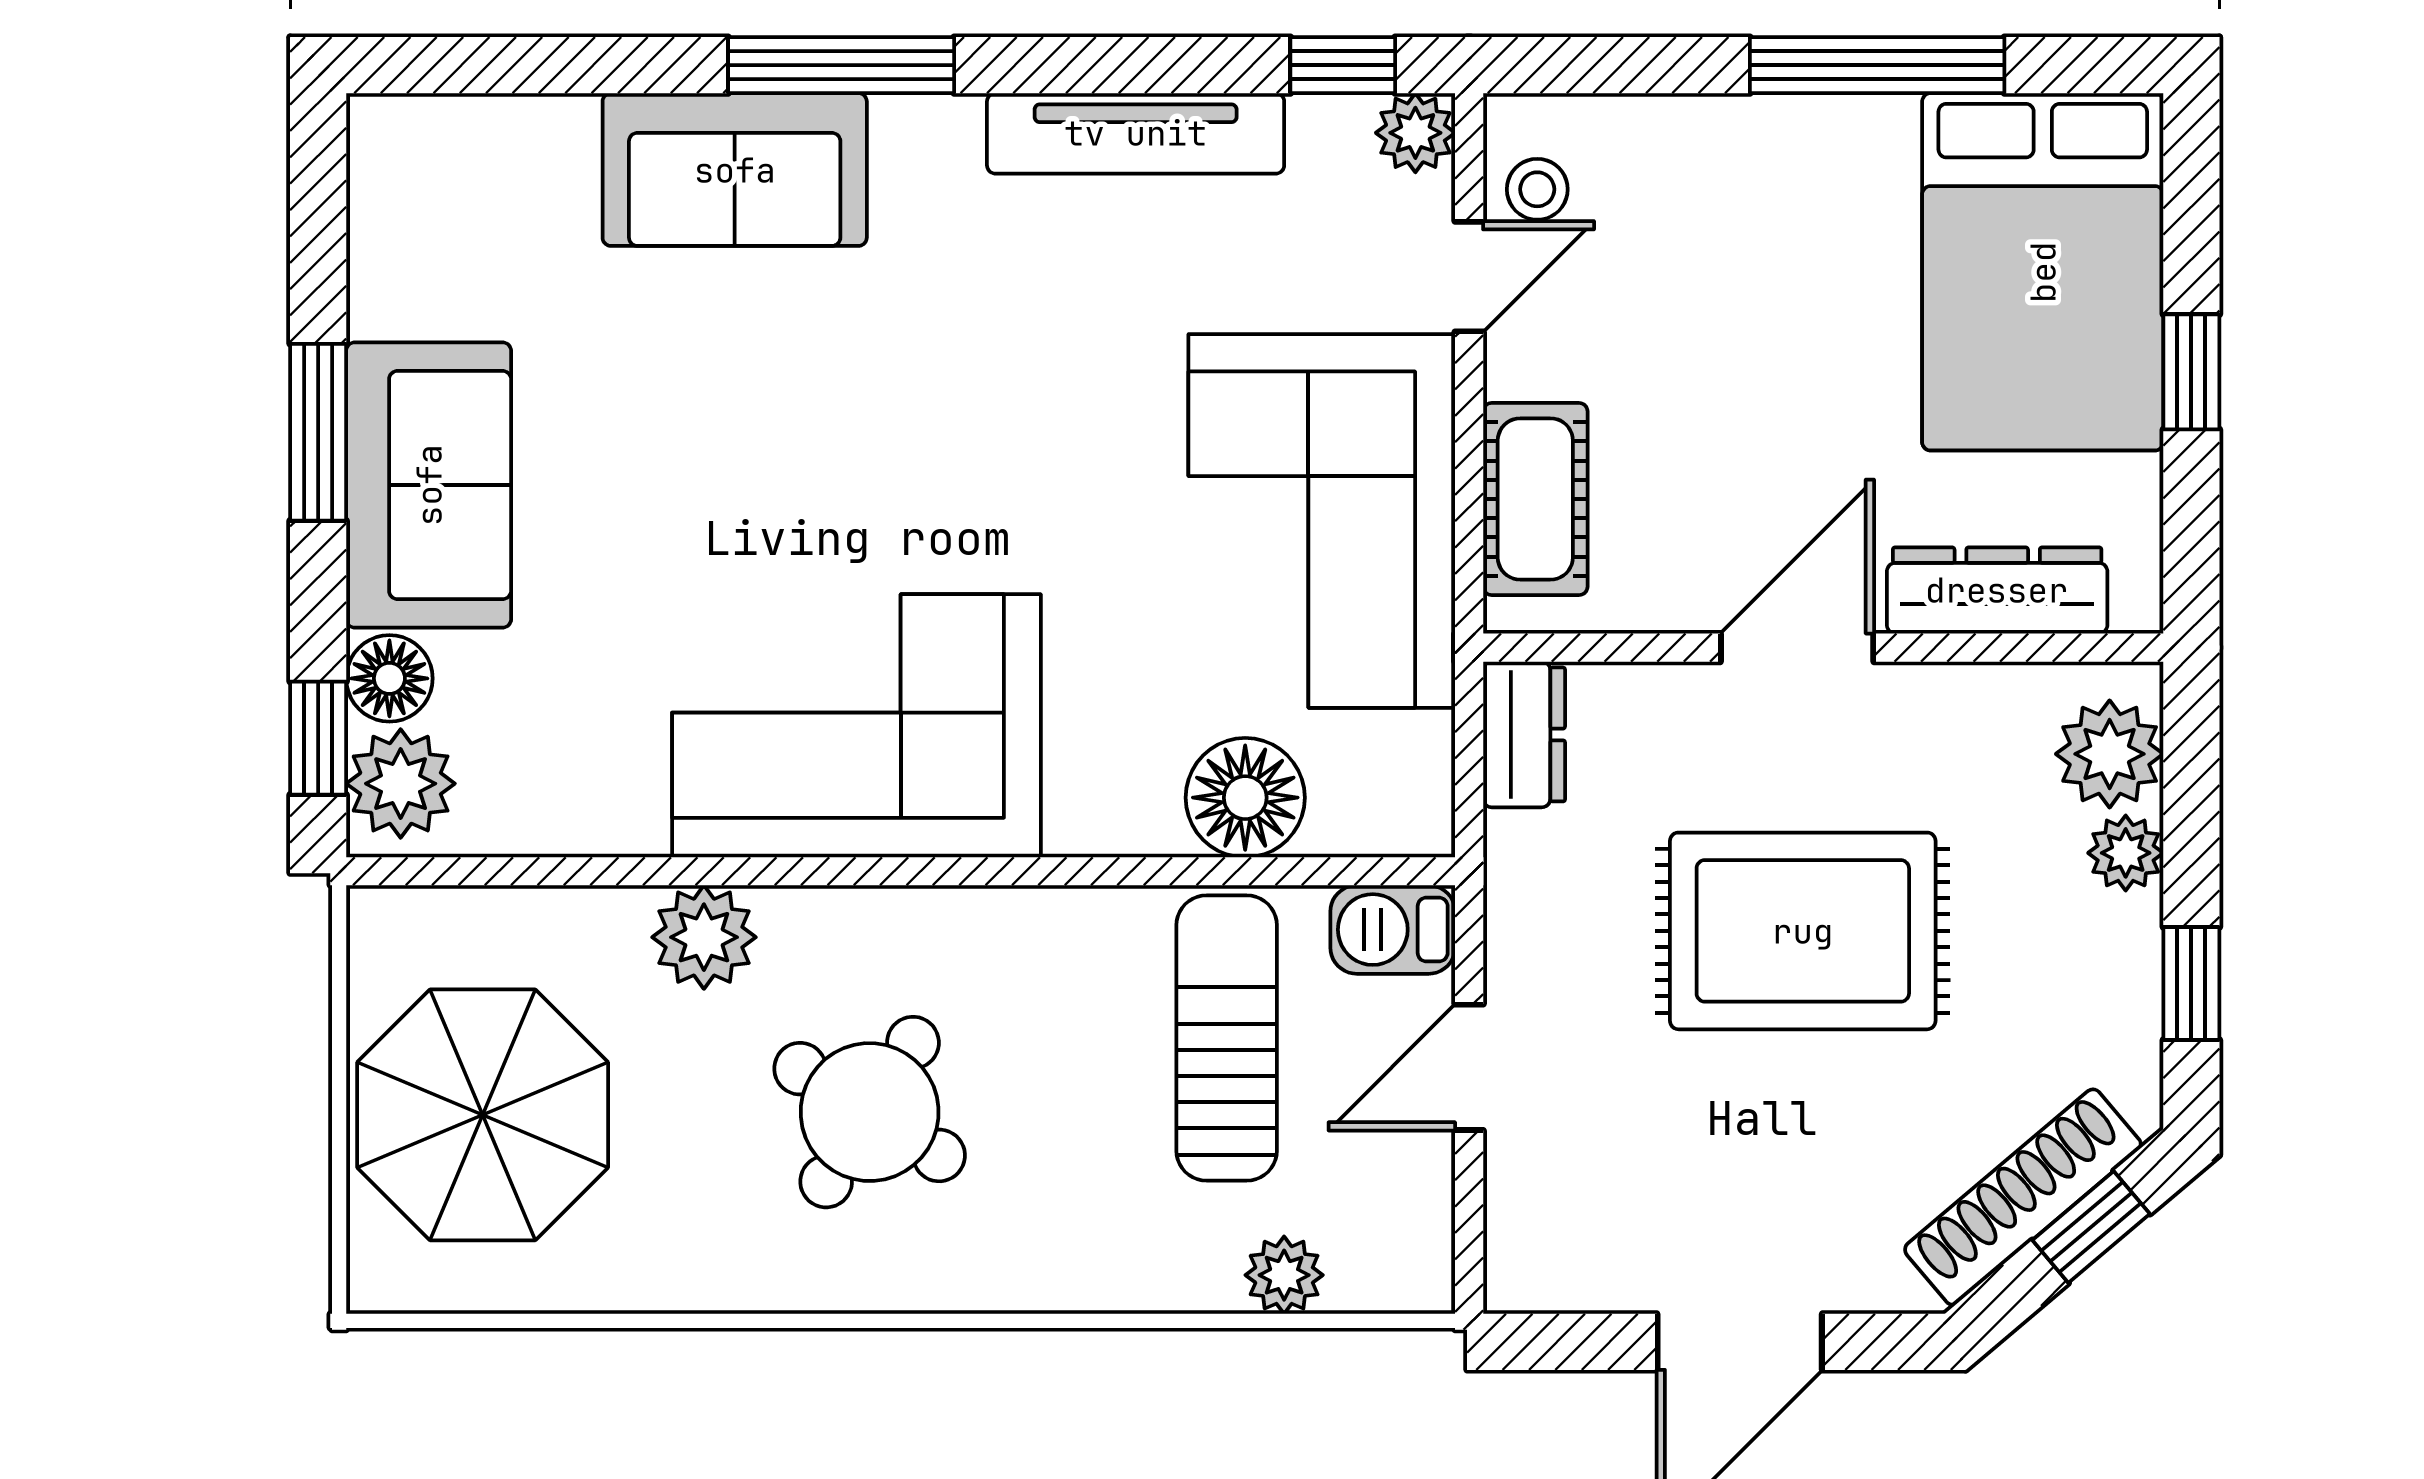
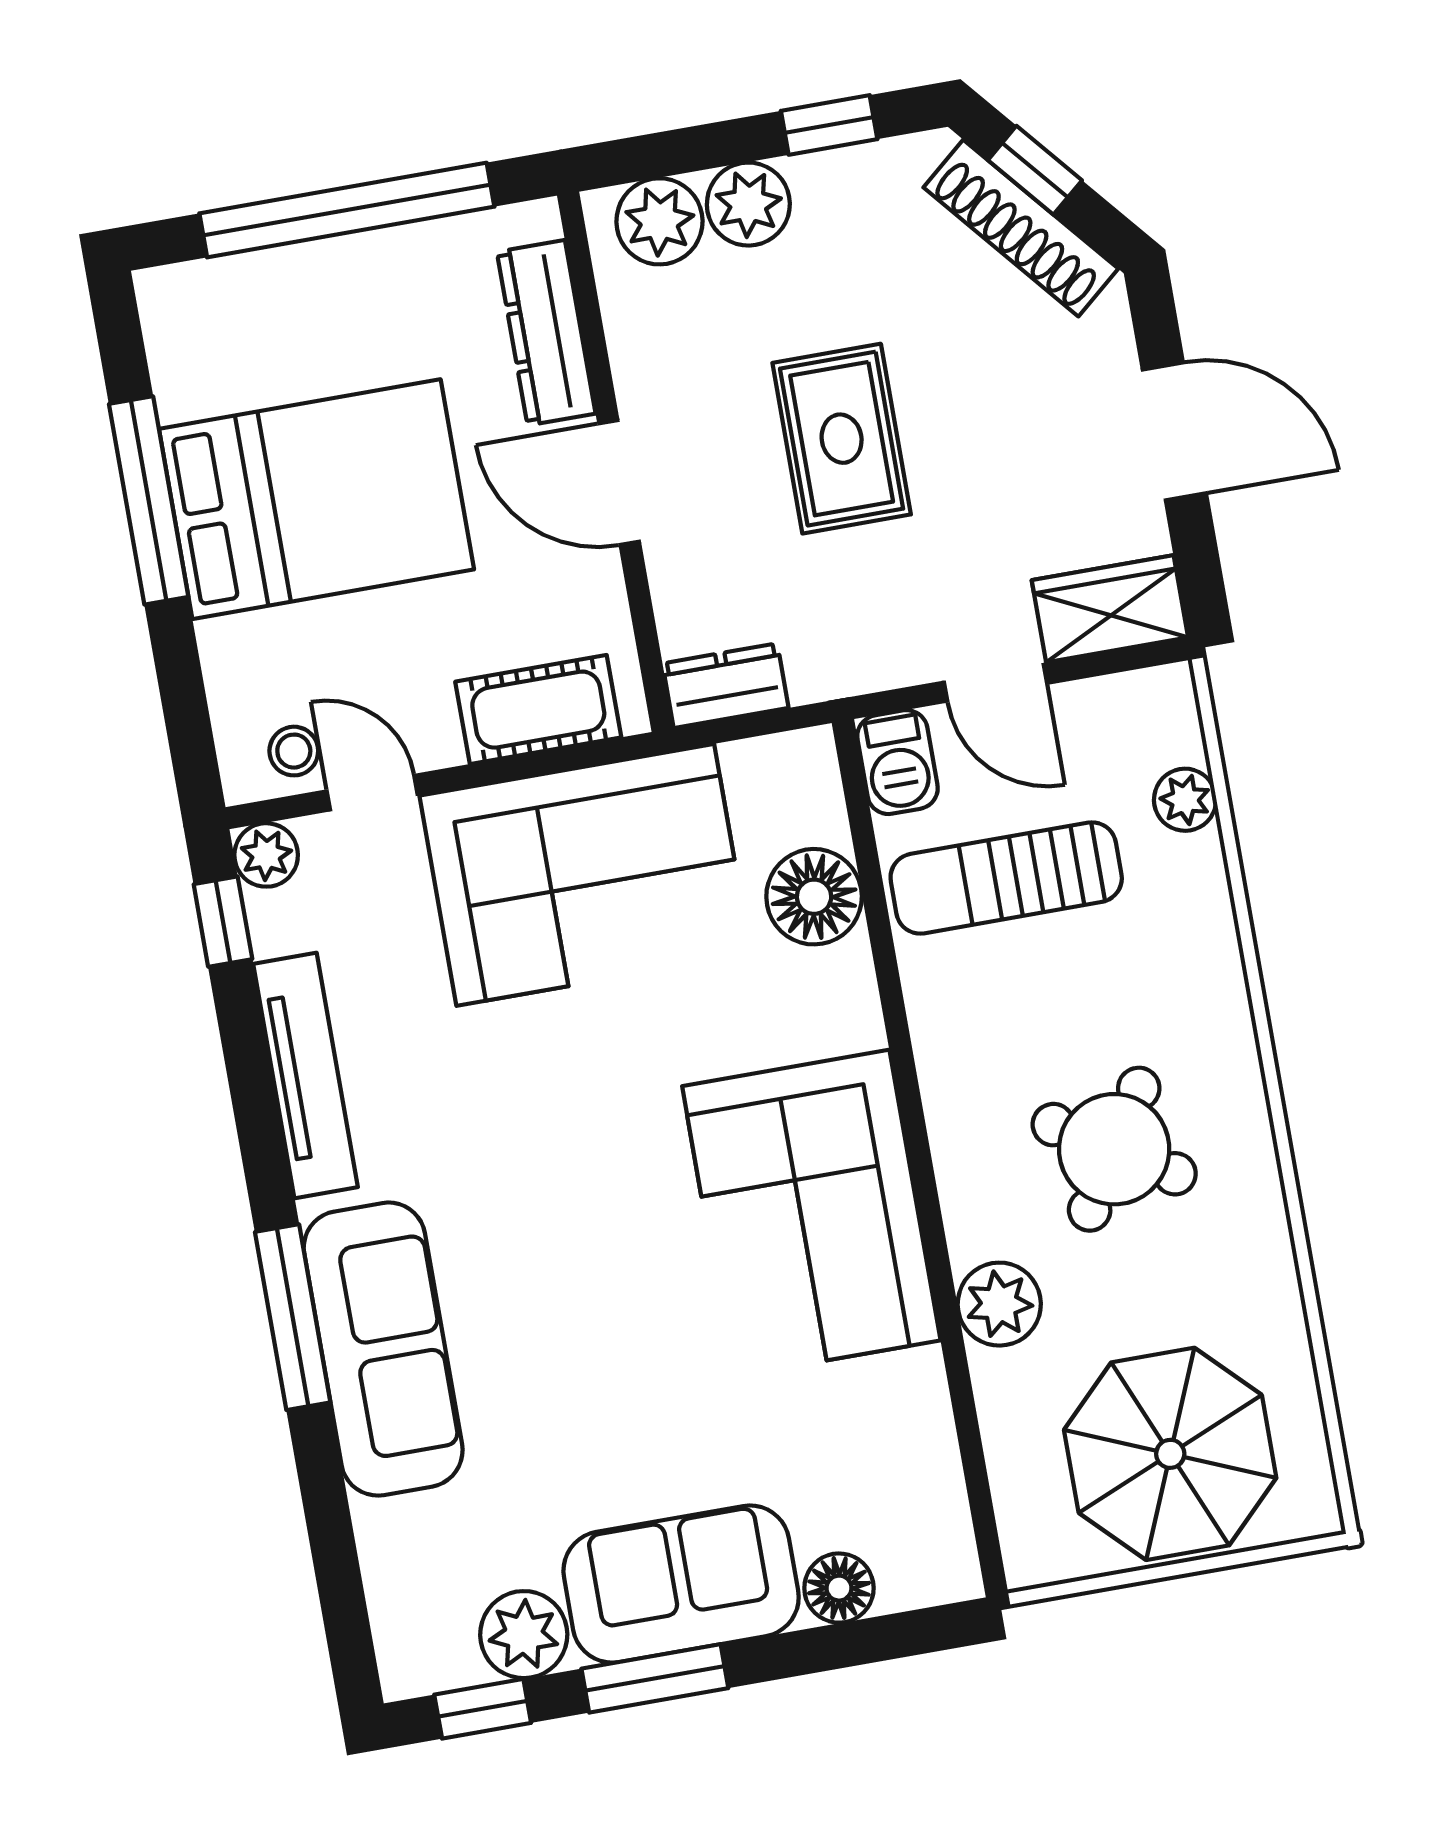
sofa: (735, 170) -> (383, 1349), width x1.36
bed: (2043, 272) -> (316, 499), moved
window: (2191, 372) -> (347, 210), width x3.17
window: (318, 738) -> (483, 1709), moved
plant: (401, 784) -> (524, 1635), moved
plant: (2126, 853) -> (748, 204), width x1.38, depth x1.38
rug: (1803, 931) -> (842, 439), width x0.73, depth x0.70
wardrobe: (1535, 1224) -> (1110, 609), added

